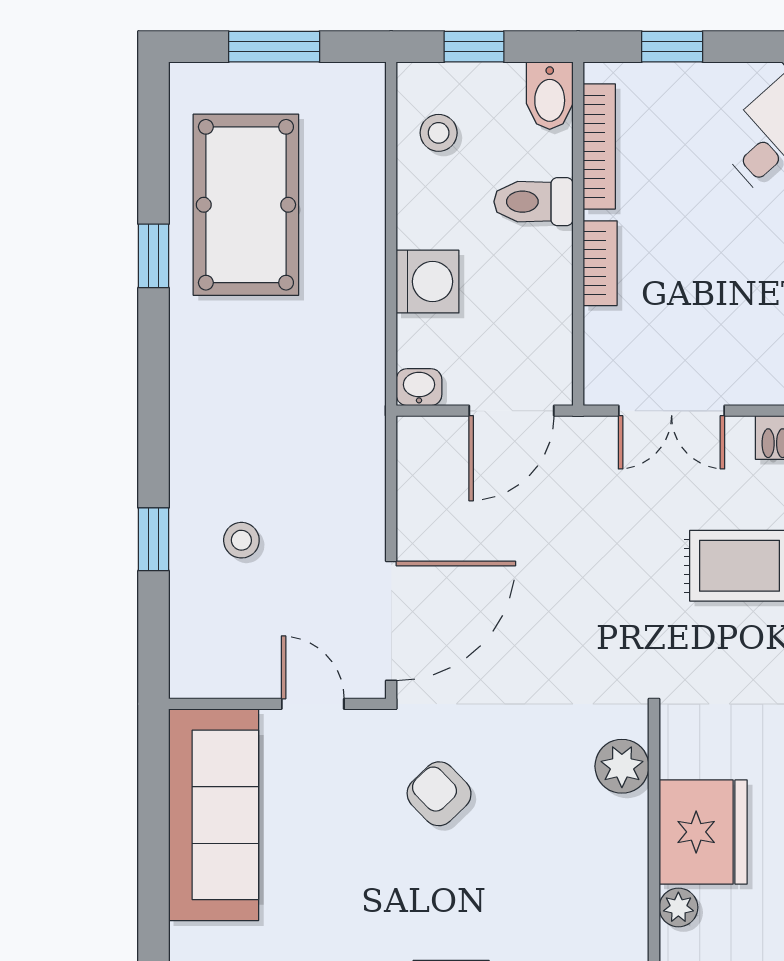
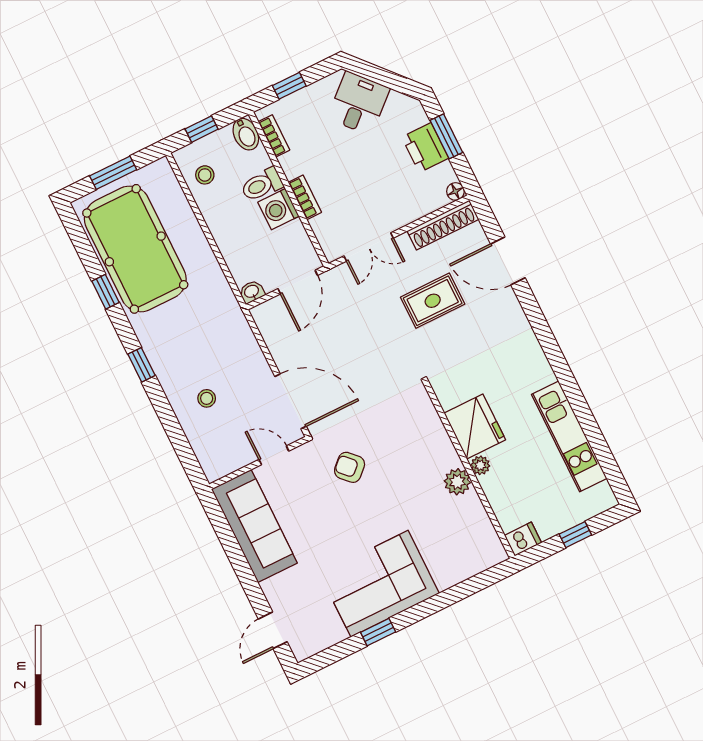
bookcase: (599, 146) -> (274, 136), width x0.64
pool table: (246, 205) -> (135, 249), width x1.36, depth x1.32
washing machine: (428, 282) -> (278, 209), moved, turned 180
window: (153, 539) -> (142, 365), moved
door: (391, 621) -> (291, 401), hinge flipped
plant: (622, 766) -> (457, 482), moved

